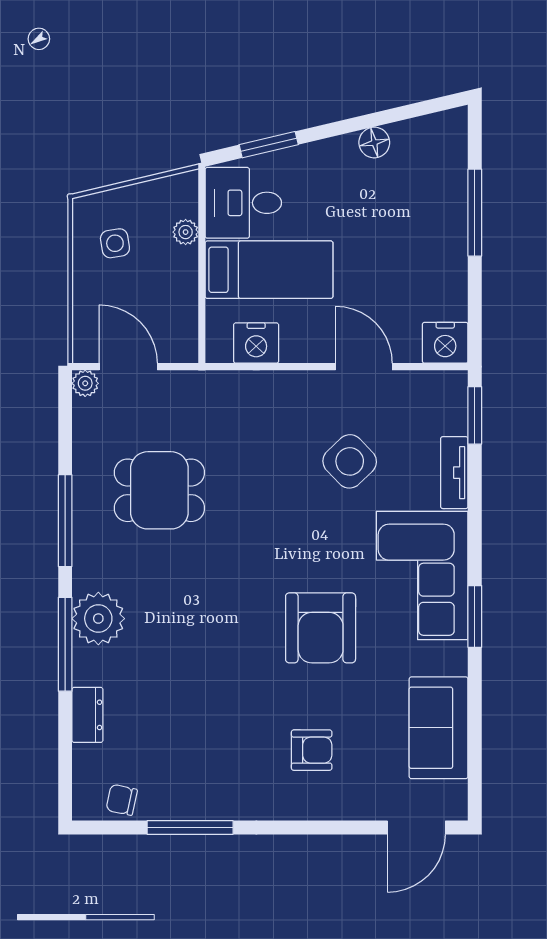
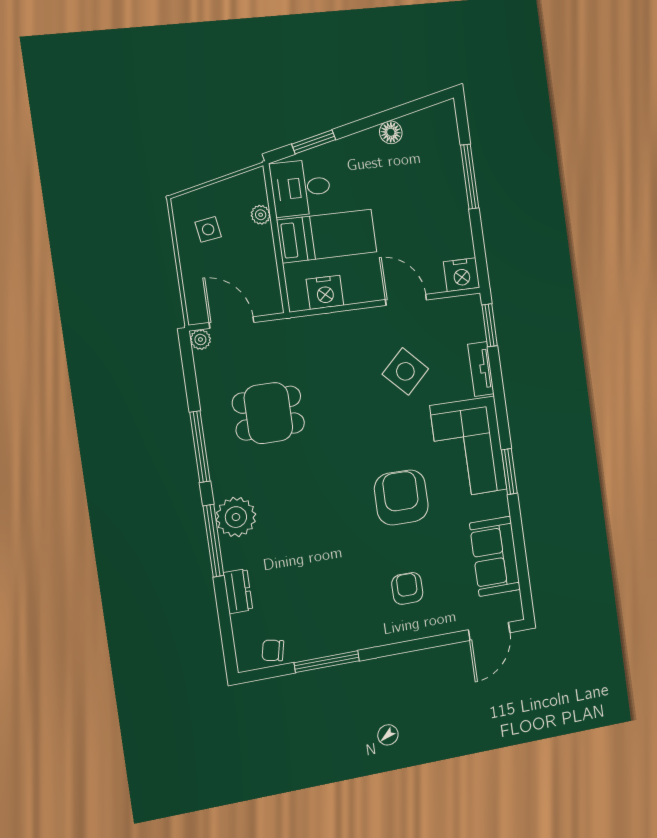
armchair: (321, 628) -> (401, 497), turned 180
armchair: (312, 750) -> (407, 588), turned -90

